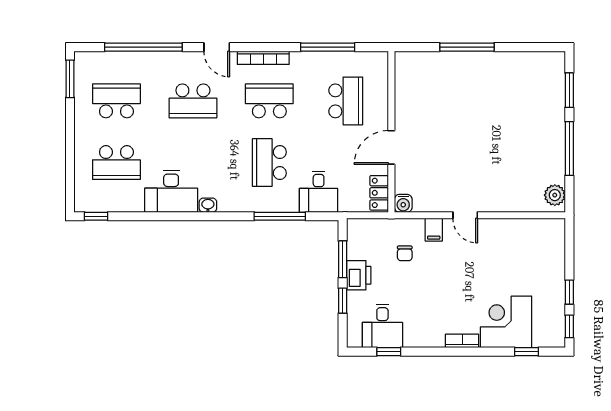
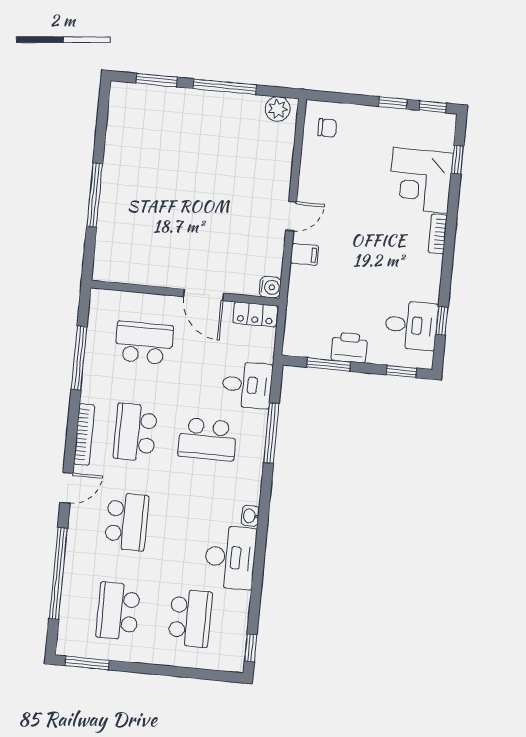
chair: (405, 253) -> (327, 128), moved
window: (343, 301) -> (401, 371), moved

